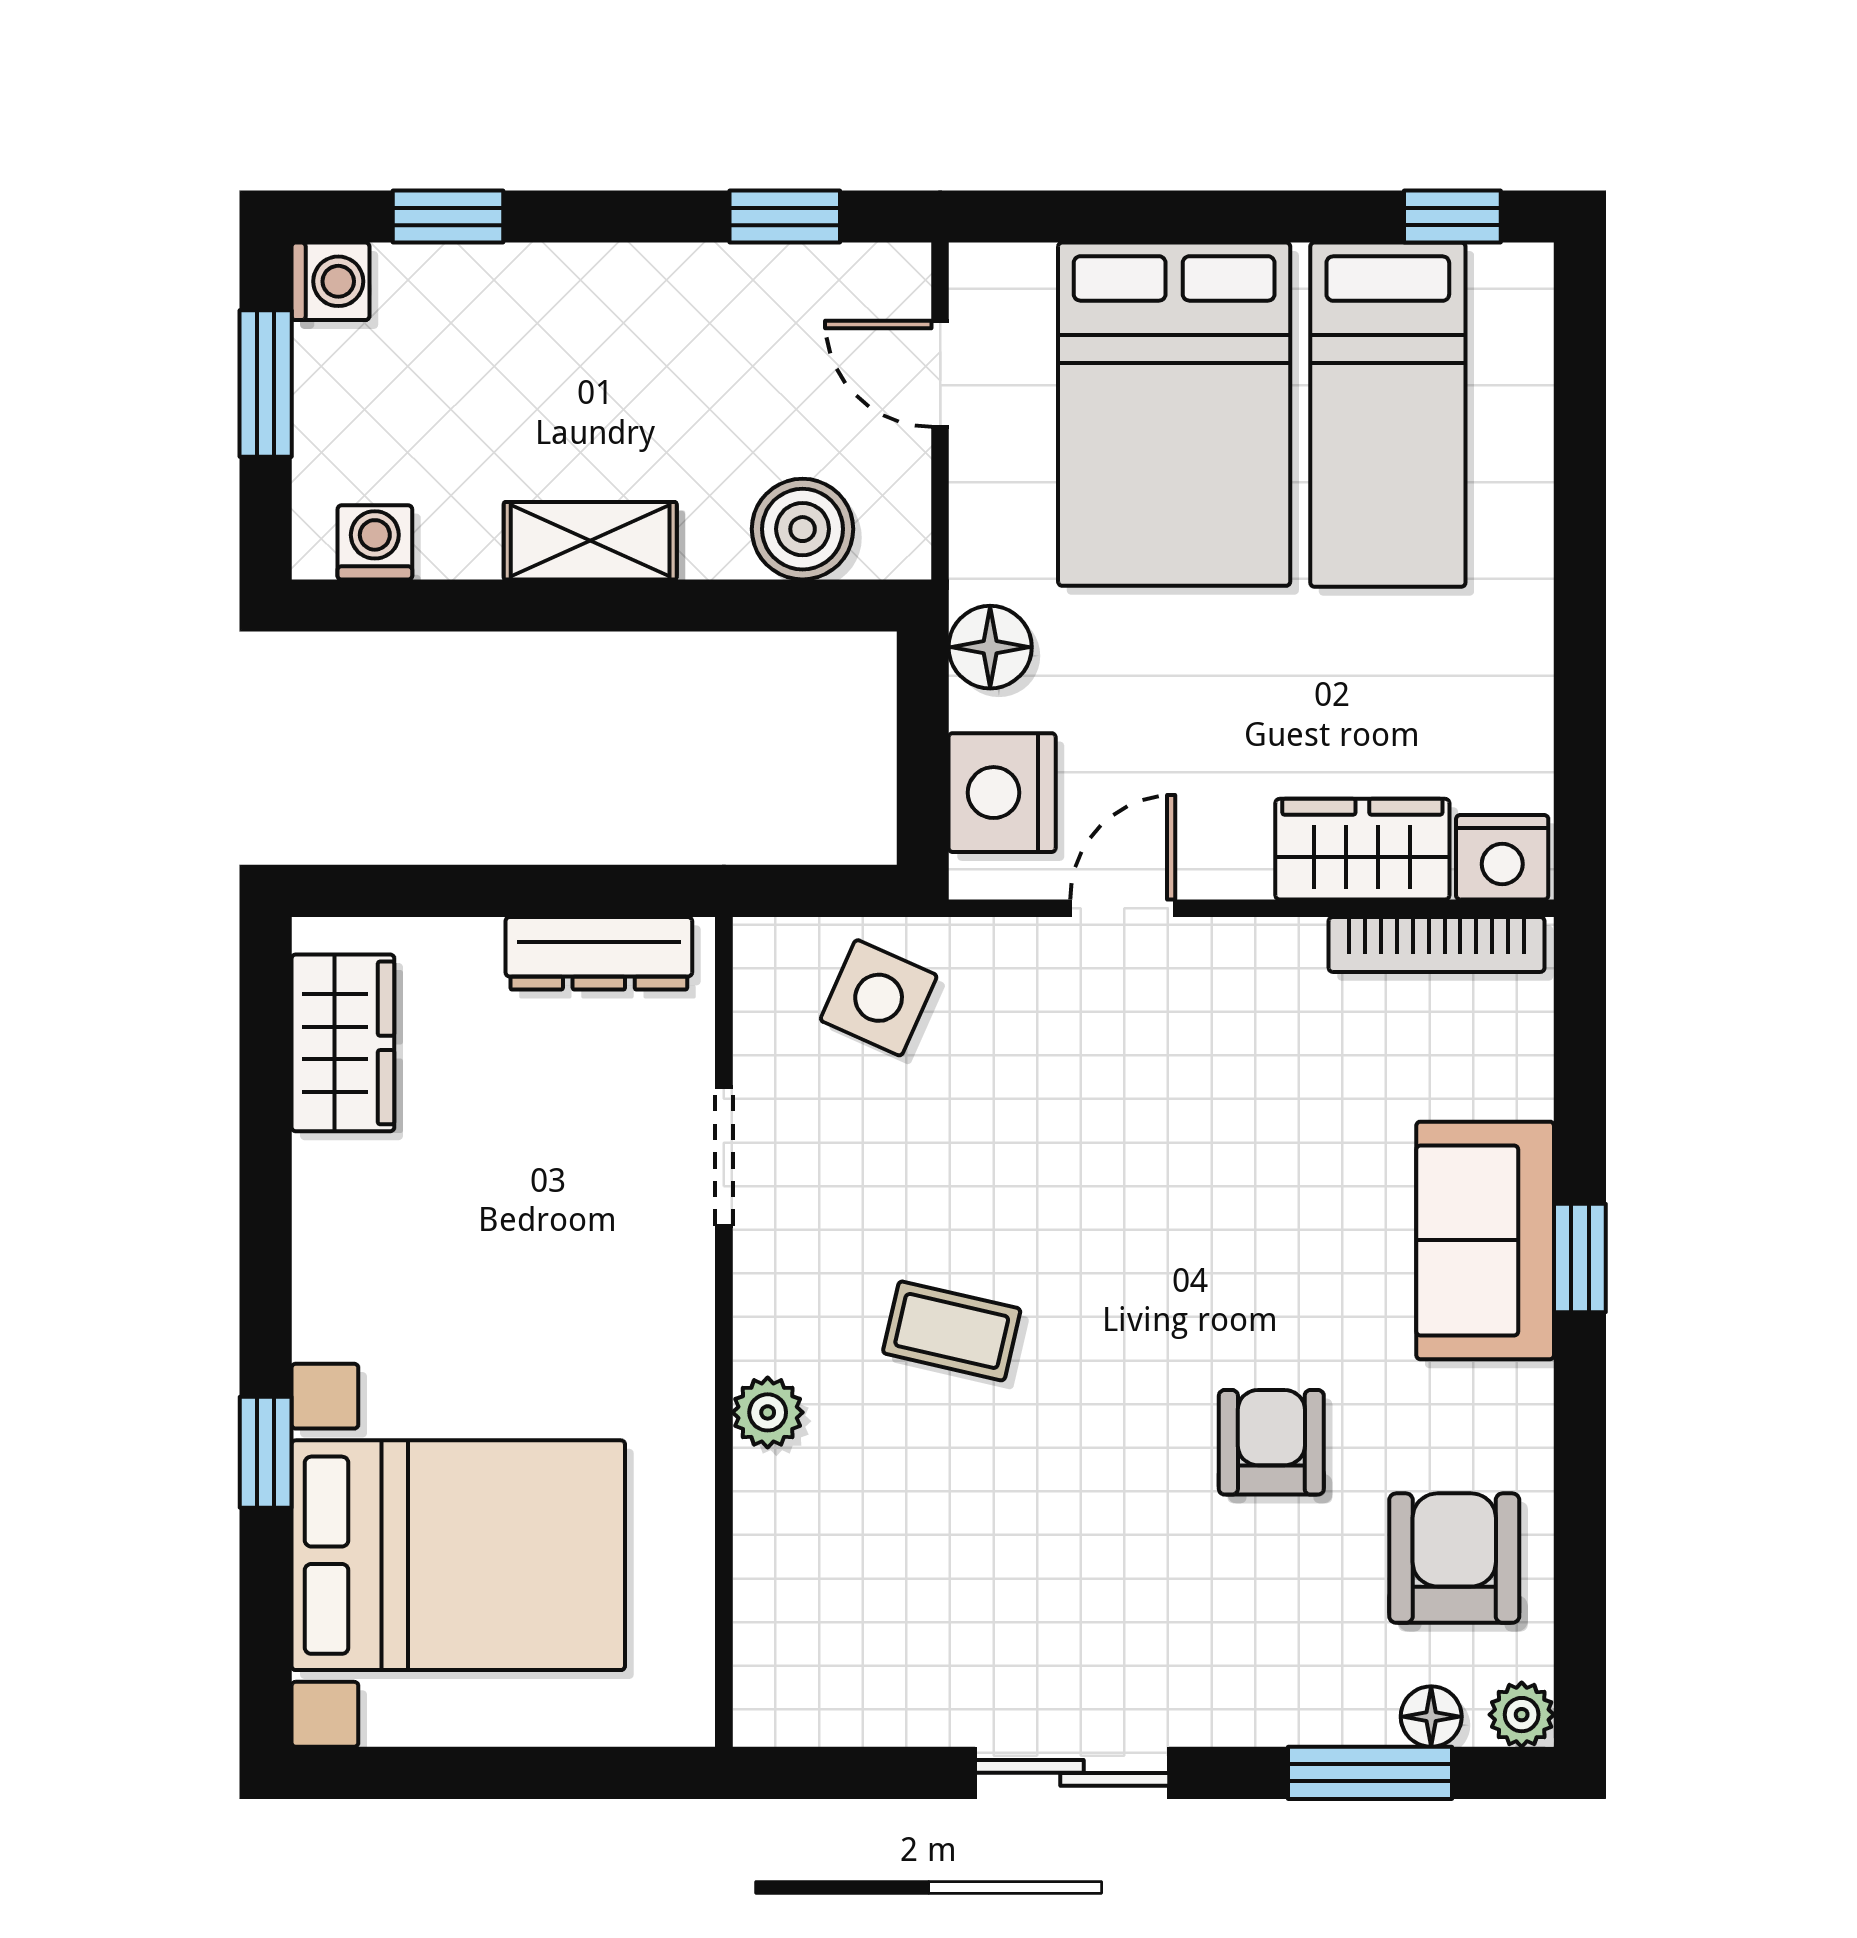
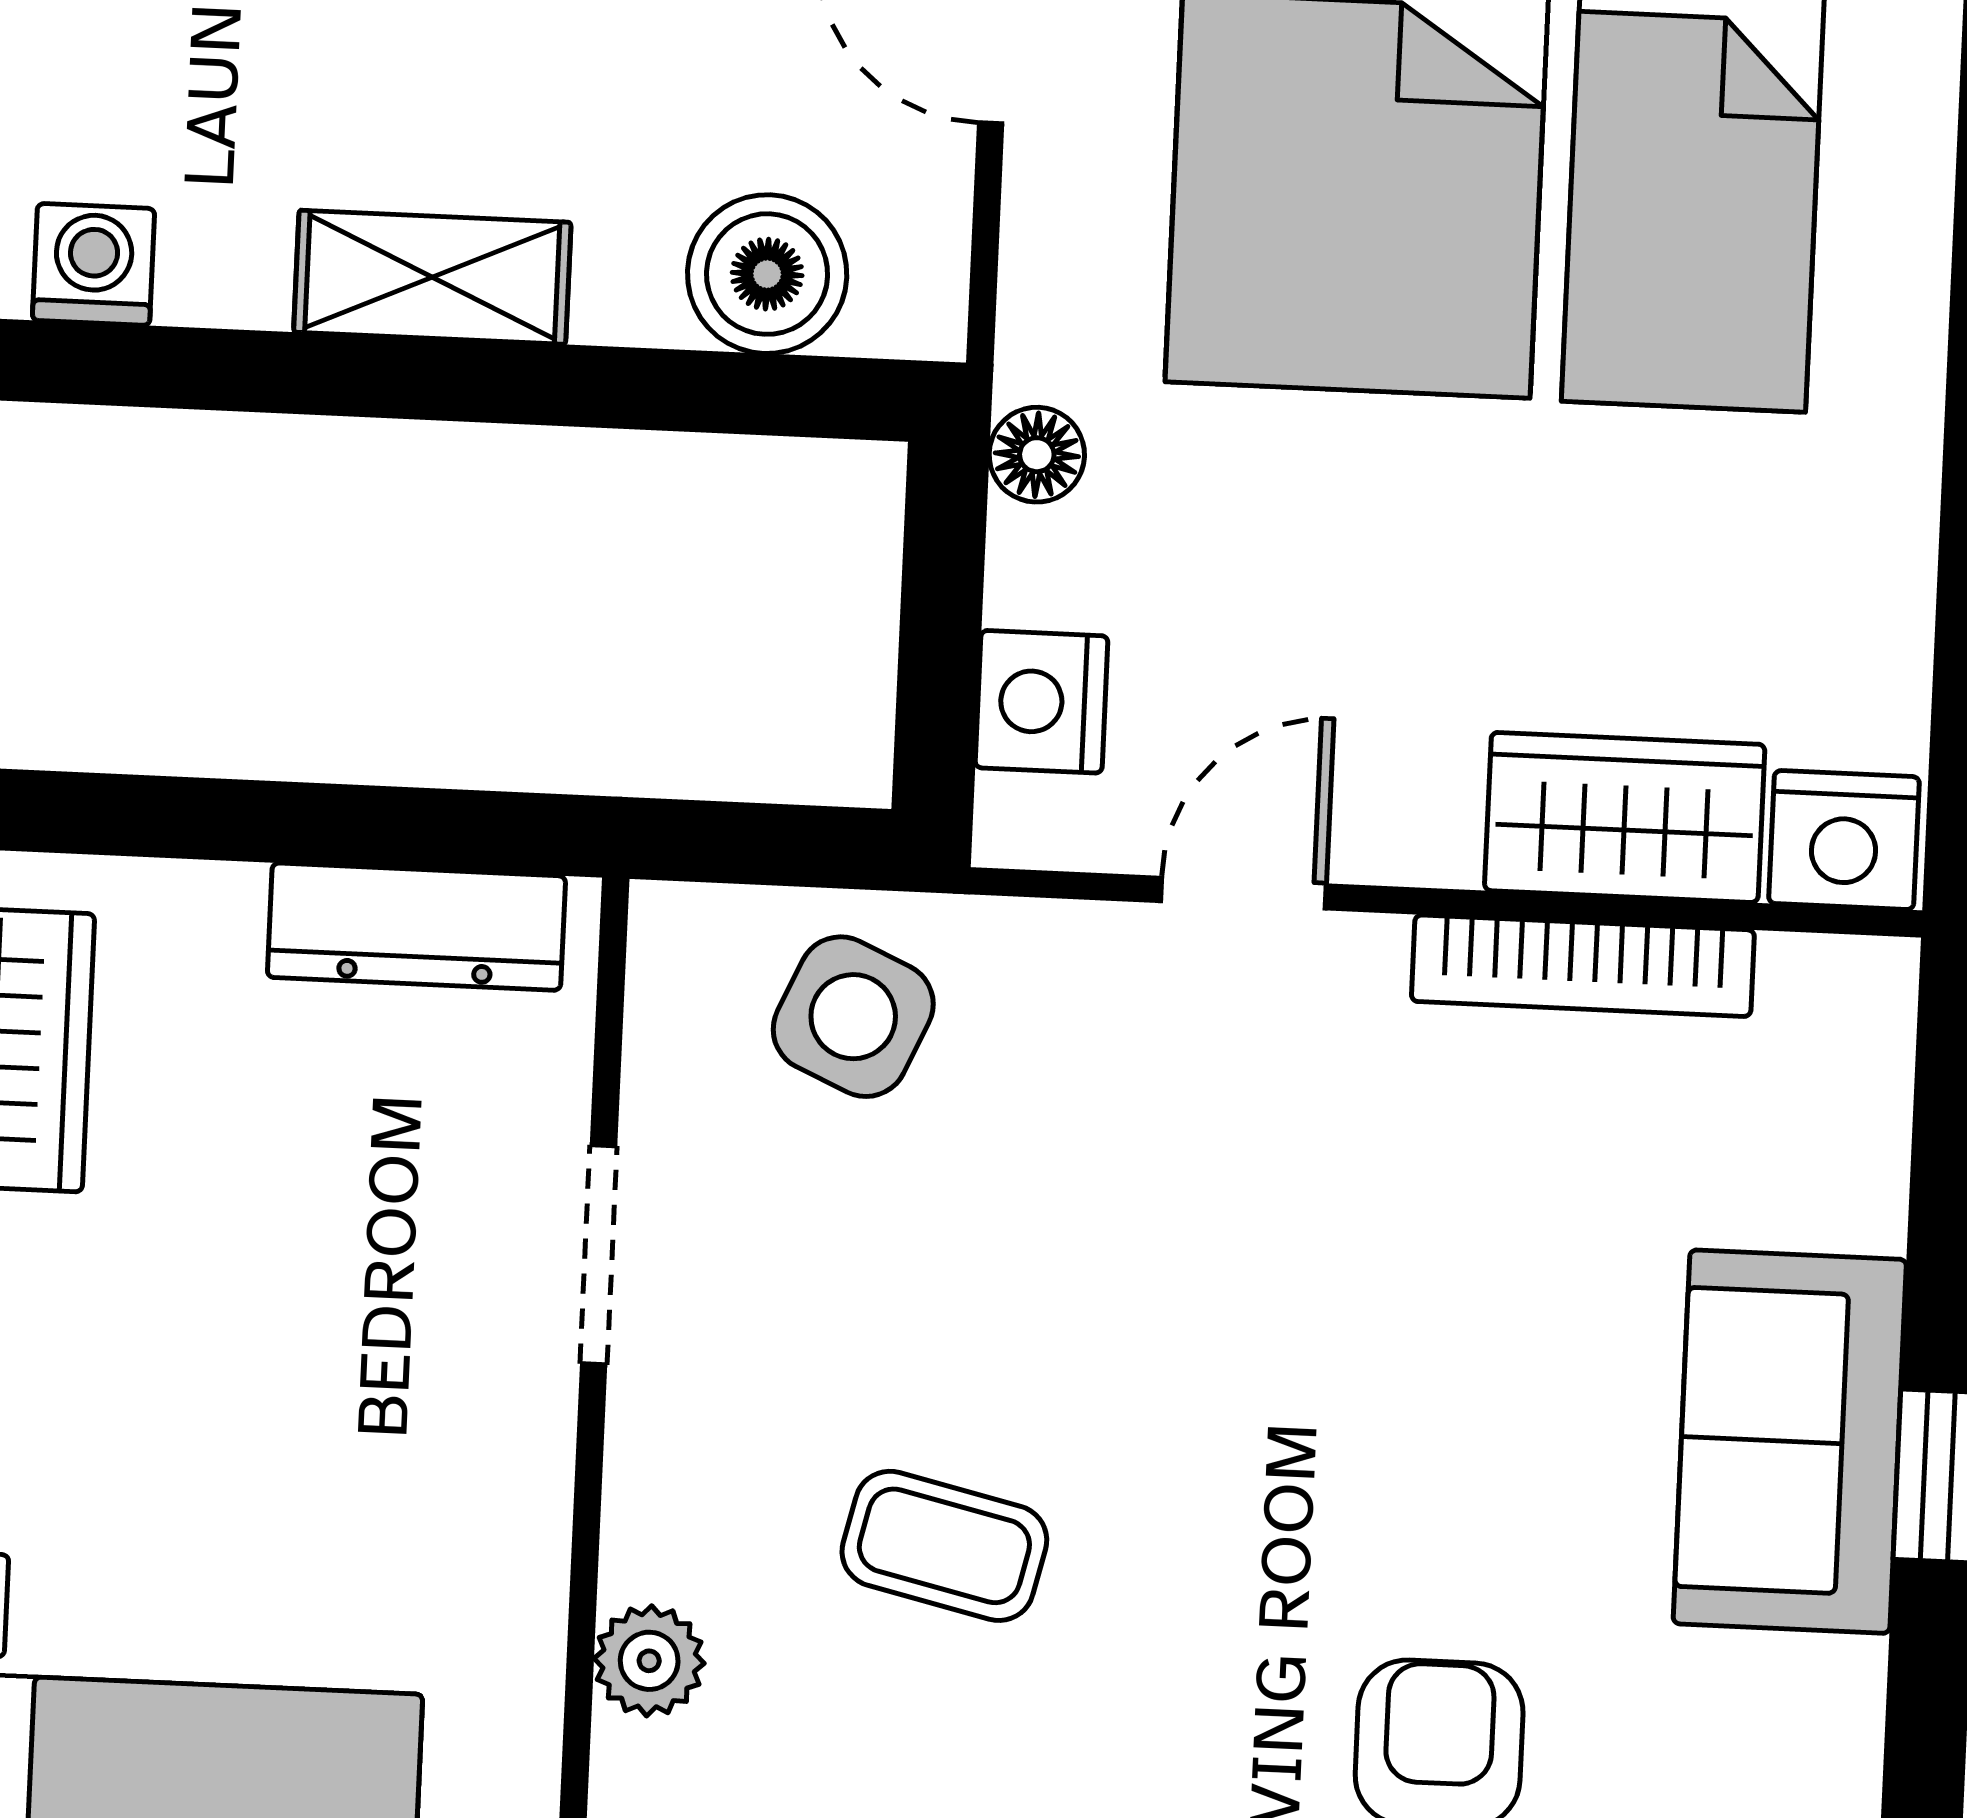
floor lamp: (990, 647) -> (1037, 455), width x0.73, depth x0.73
nightstand: (1002, 793) -> (1041, 702), width x0.74, depth x0.75
bookcase: (1437, 944) -> (1583, 966), moved

